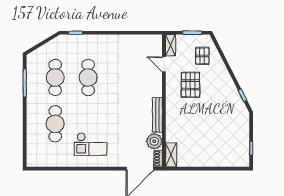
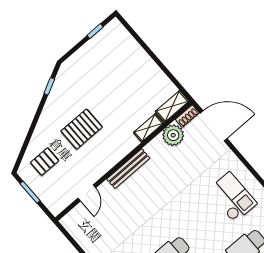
shelving: (171, 45) -> (149, 128), moved
pallet: (190, 85) -> (82, 129), moved
bench: (157, 115) -> (128, 169), moved

